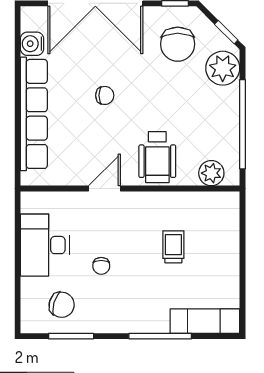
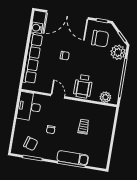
chair: (178, 44) -> (100, 39), turned -90
door: (105, 189) -> (58, 96), hinge flipped
desk: (45, 245) -> (29, 106), moved
exam couch: (205, 321) -> (73, 158), moved

